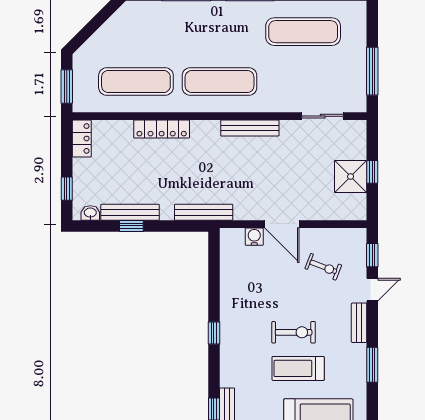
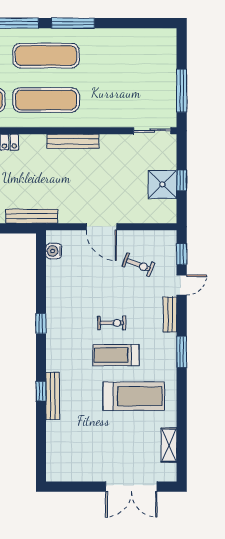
exercise mat: (303, 32) -> (46, 56), moved
sliding door: (323, 116) -> (152, 131), moved
water cooler: (254, 237) -> (54, 251), moved, turned -90
exercise bike: (294, 332) -> (112, 323), width x0.73, depth x0.72

